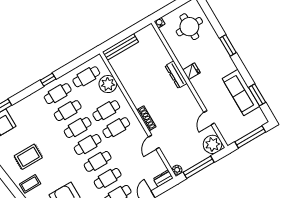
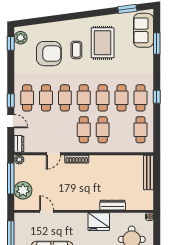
fridge: (191, 71) -> (99, 222), width x1.88, depth x1.34
dresser: (176, 75) -> (113, 205), moved
plant: (108, 84) -> (124, 144), removed
door: (154, 142) -> (53, 154), swing flipped
plant: (213, 144) -> (23, 190), moved
rug: (28, 157) -> (103, 43), width x1.36, depth x1.43
coffee table: (30, 184) -> (76, 50), moved

